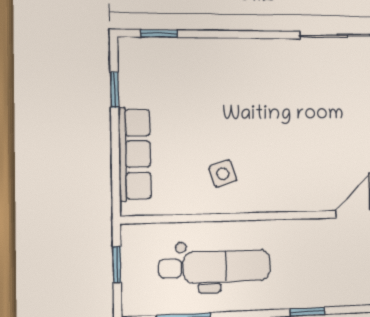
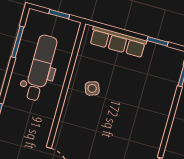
dental chair: (215, 267) -> (41, 68), turned 180

